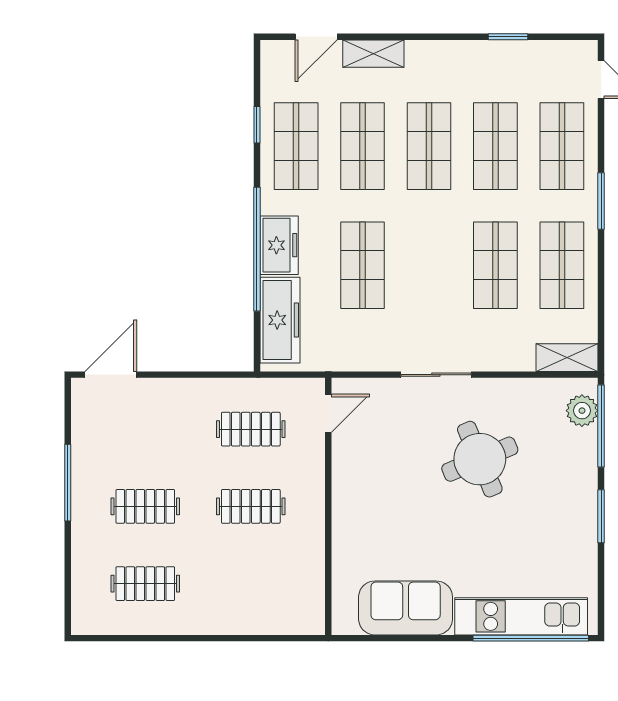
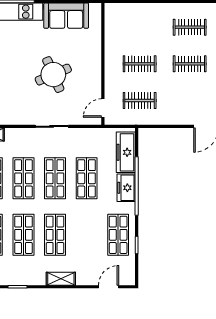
shelving: (373, 54) -> (61, 279), moved
shop shelf: (363, 146) -> (55, 178), moved
round table: (480, 459) -> (53, 75), moved

